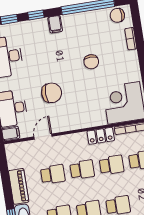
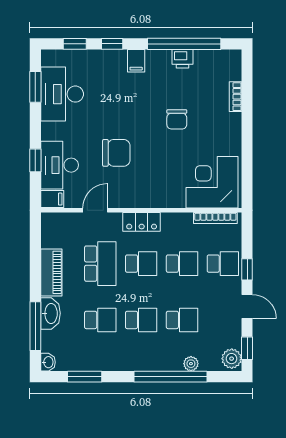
chair: (117, 15) -> (222, 62), removed
printer: (88, 18) -> (182, 59), added
locker: (101, 136) -> (142, 222), moved
school desk: (53, 174) -> (100, 264), width x1.85

